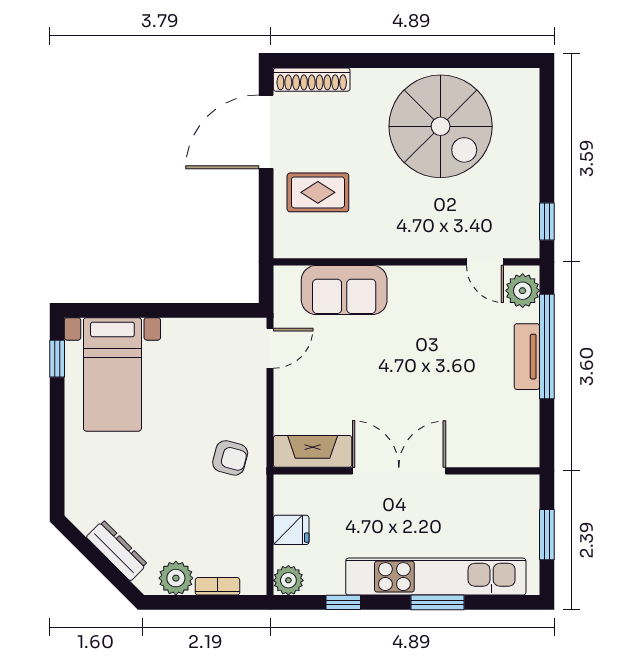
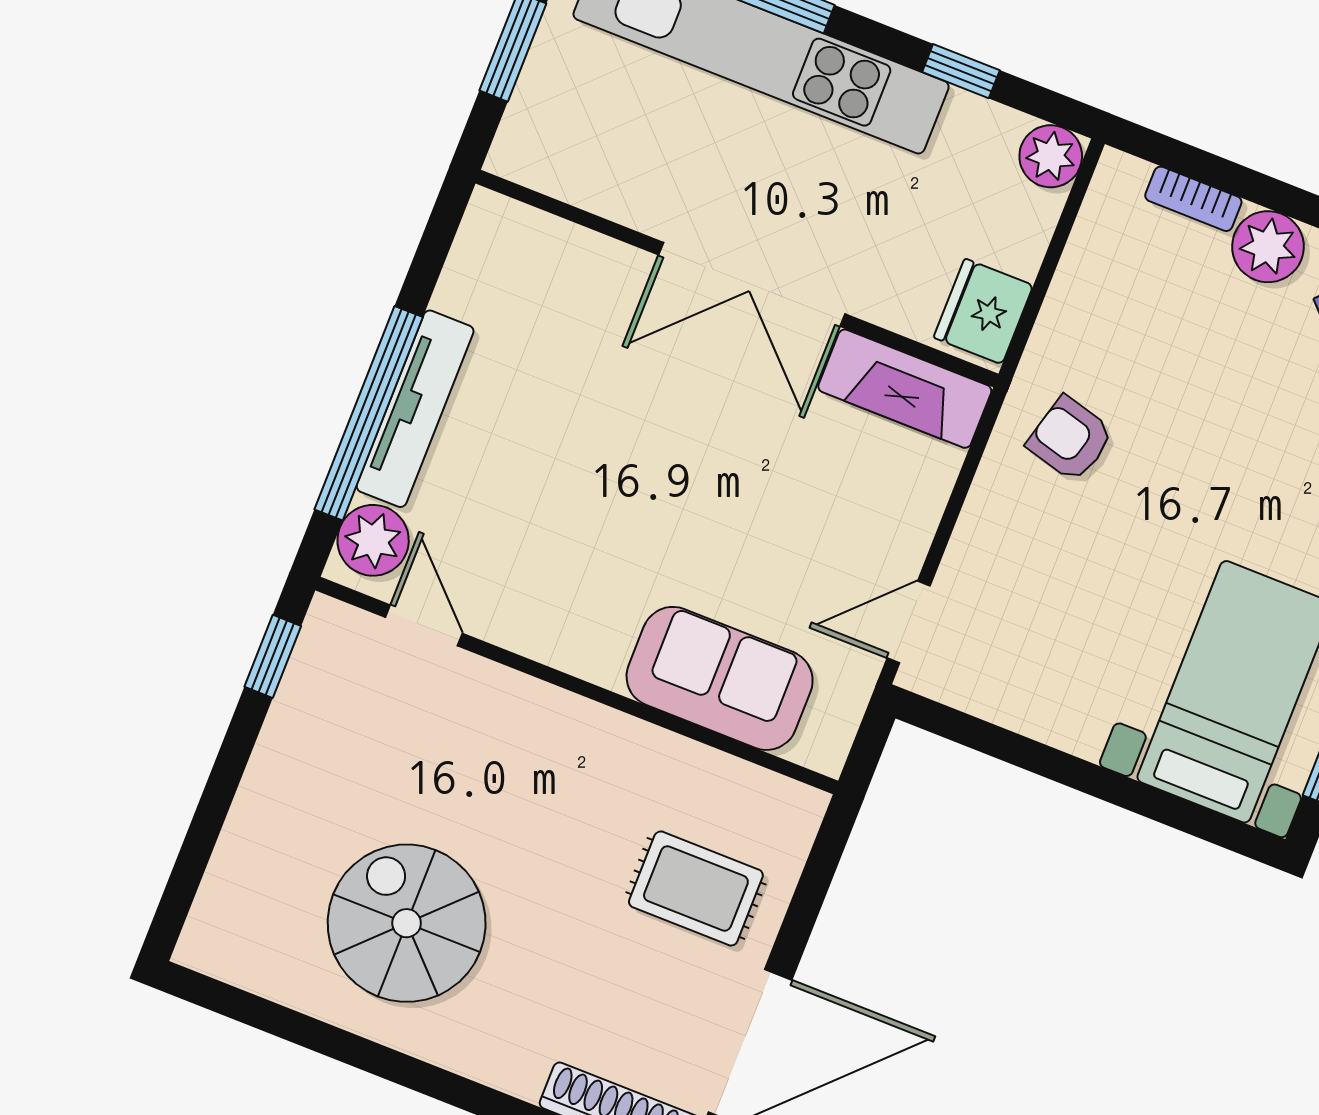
spiral stairs: (441, 126) -> (407, 923), width x0.73, depth x0.73
tv unit: (527, 357) -> (415, 409), width x1.41
fridge: (291, 530) -> (983, 311), moved, width x1.38

